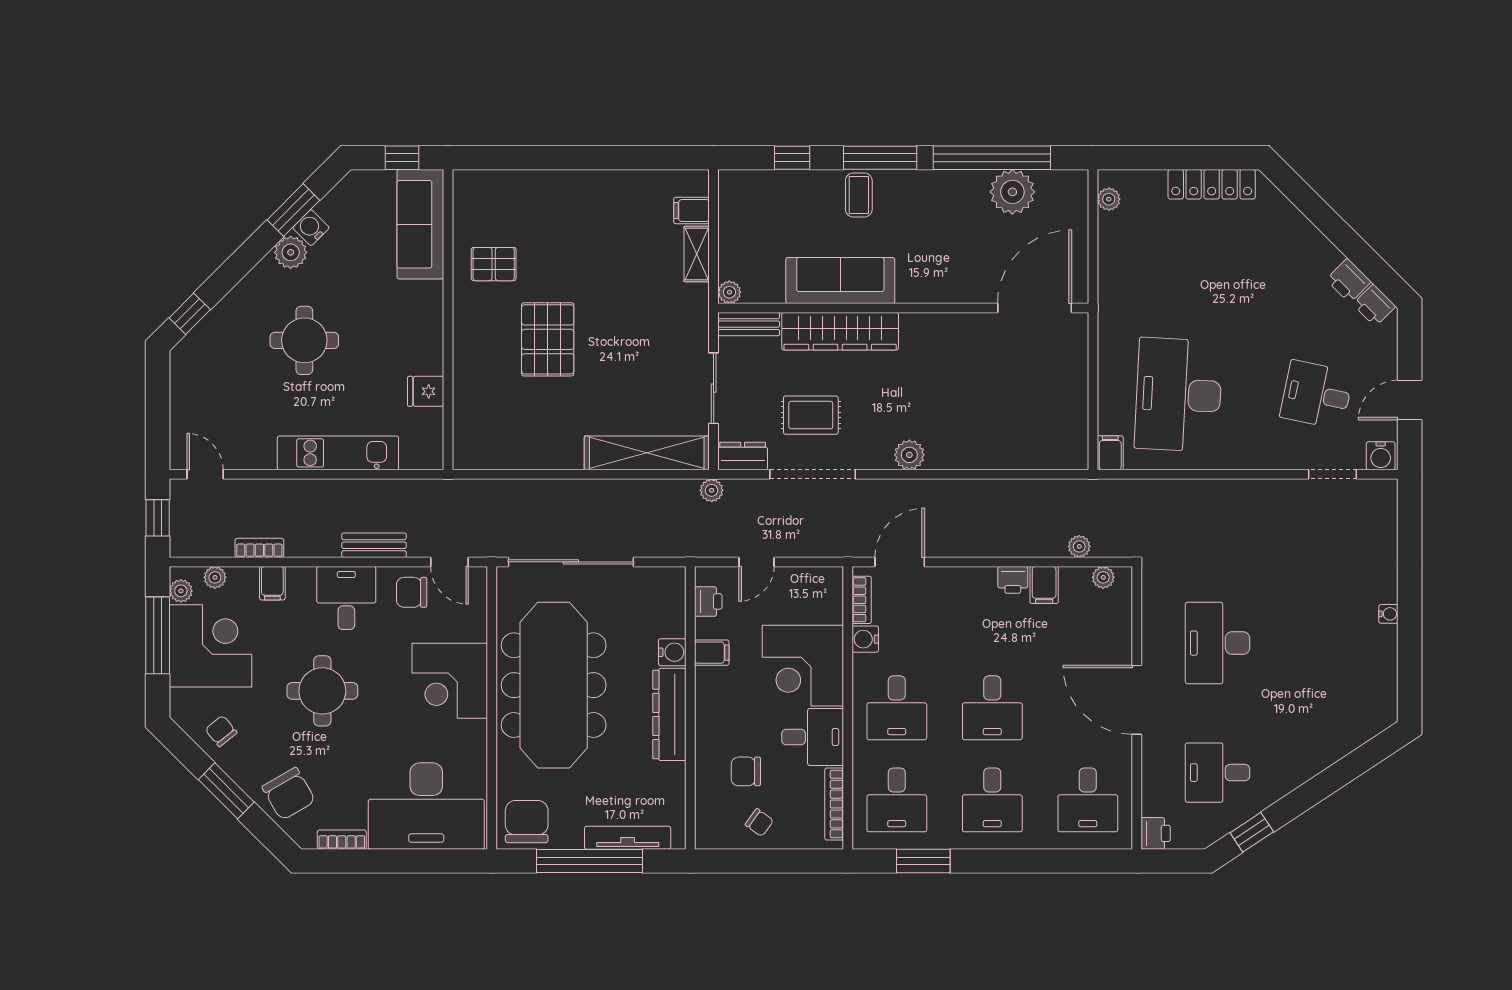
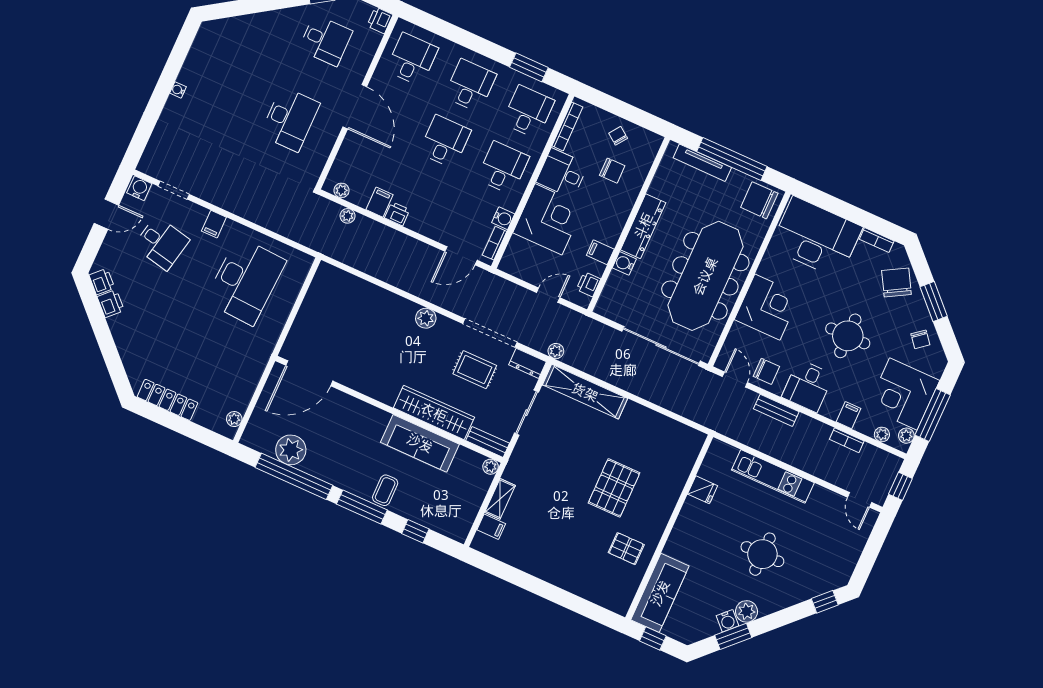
filing cabinet: (1110, 453) -> (214, 224), moved
chair: (527, 822) -> (759, 200), turned 90

